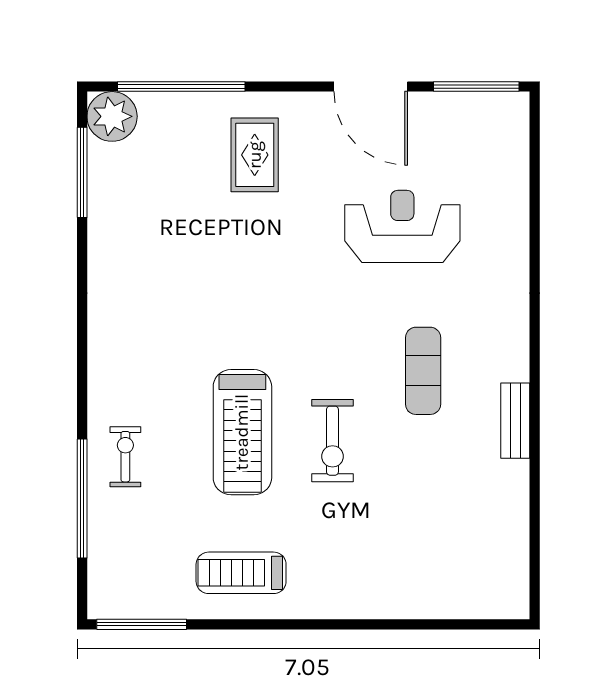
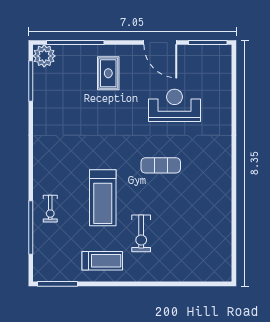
exercise mat: (423, 371) -> (161, 165), moved, turned 90
bench: (515, 421) -> (225, 193), removed
exercise bike: (332, 441) -> (141, 233), moved
exercise bike: (125, 457) -> (50, 209), turned 180
treadmill: (241, 573) -> (102, 261), turned 180

